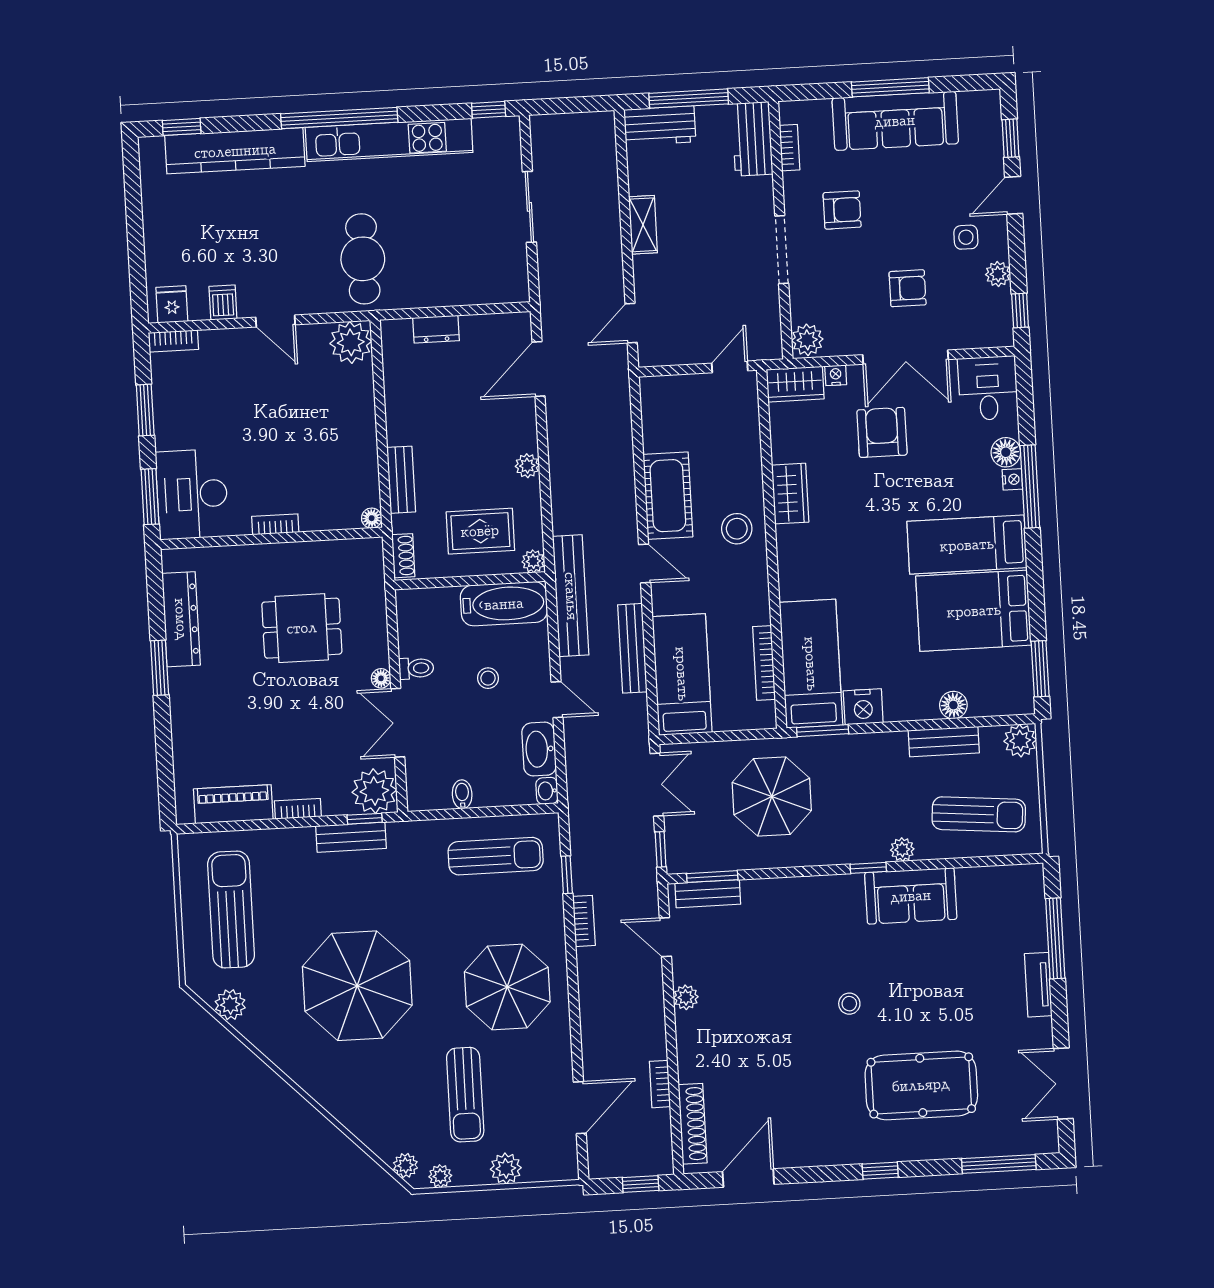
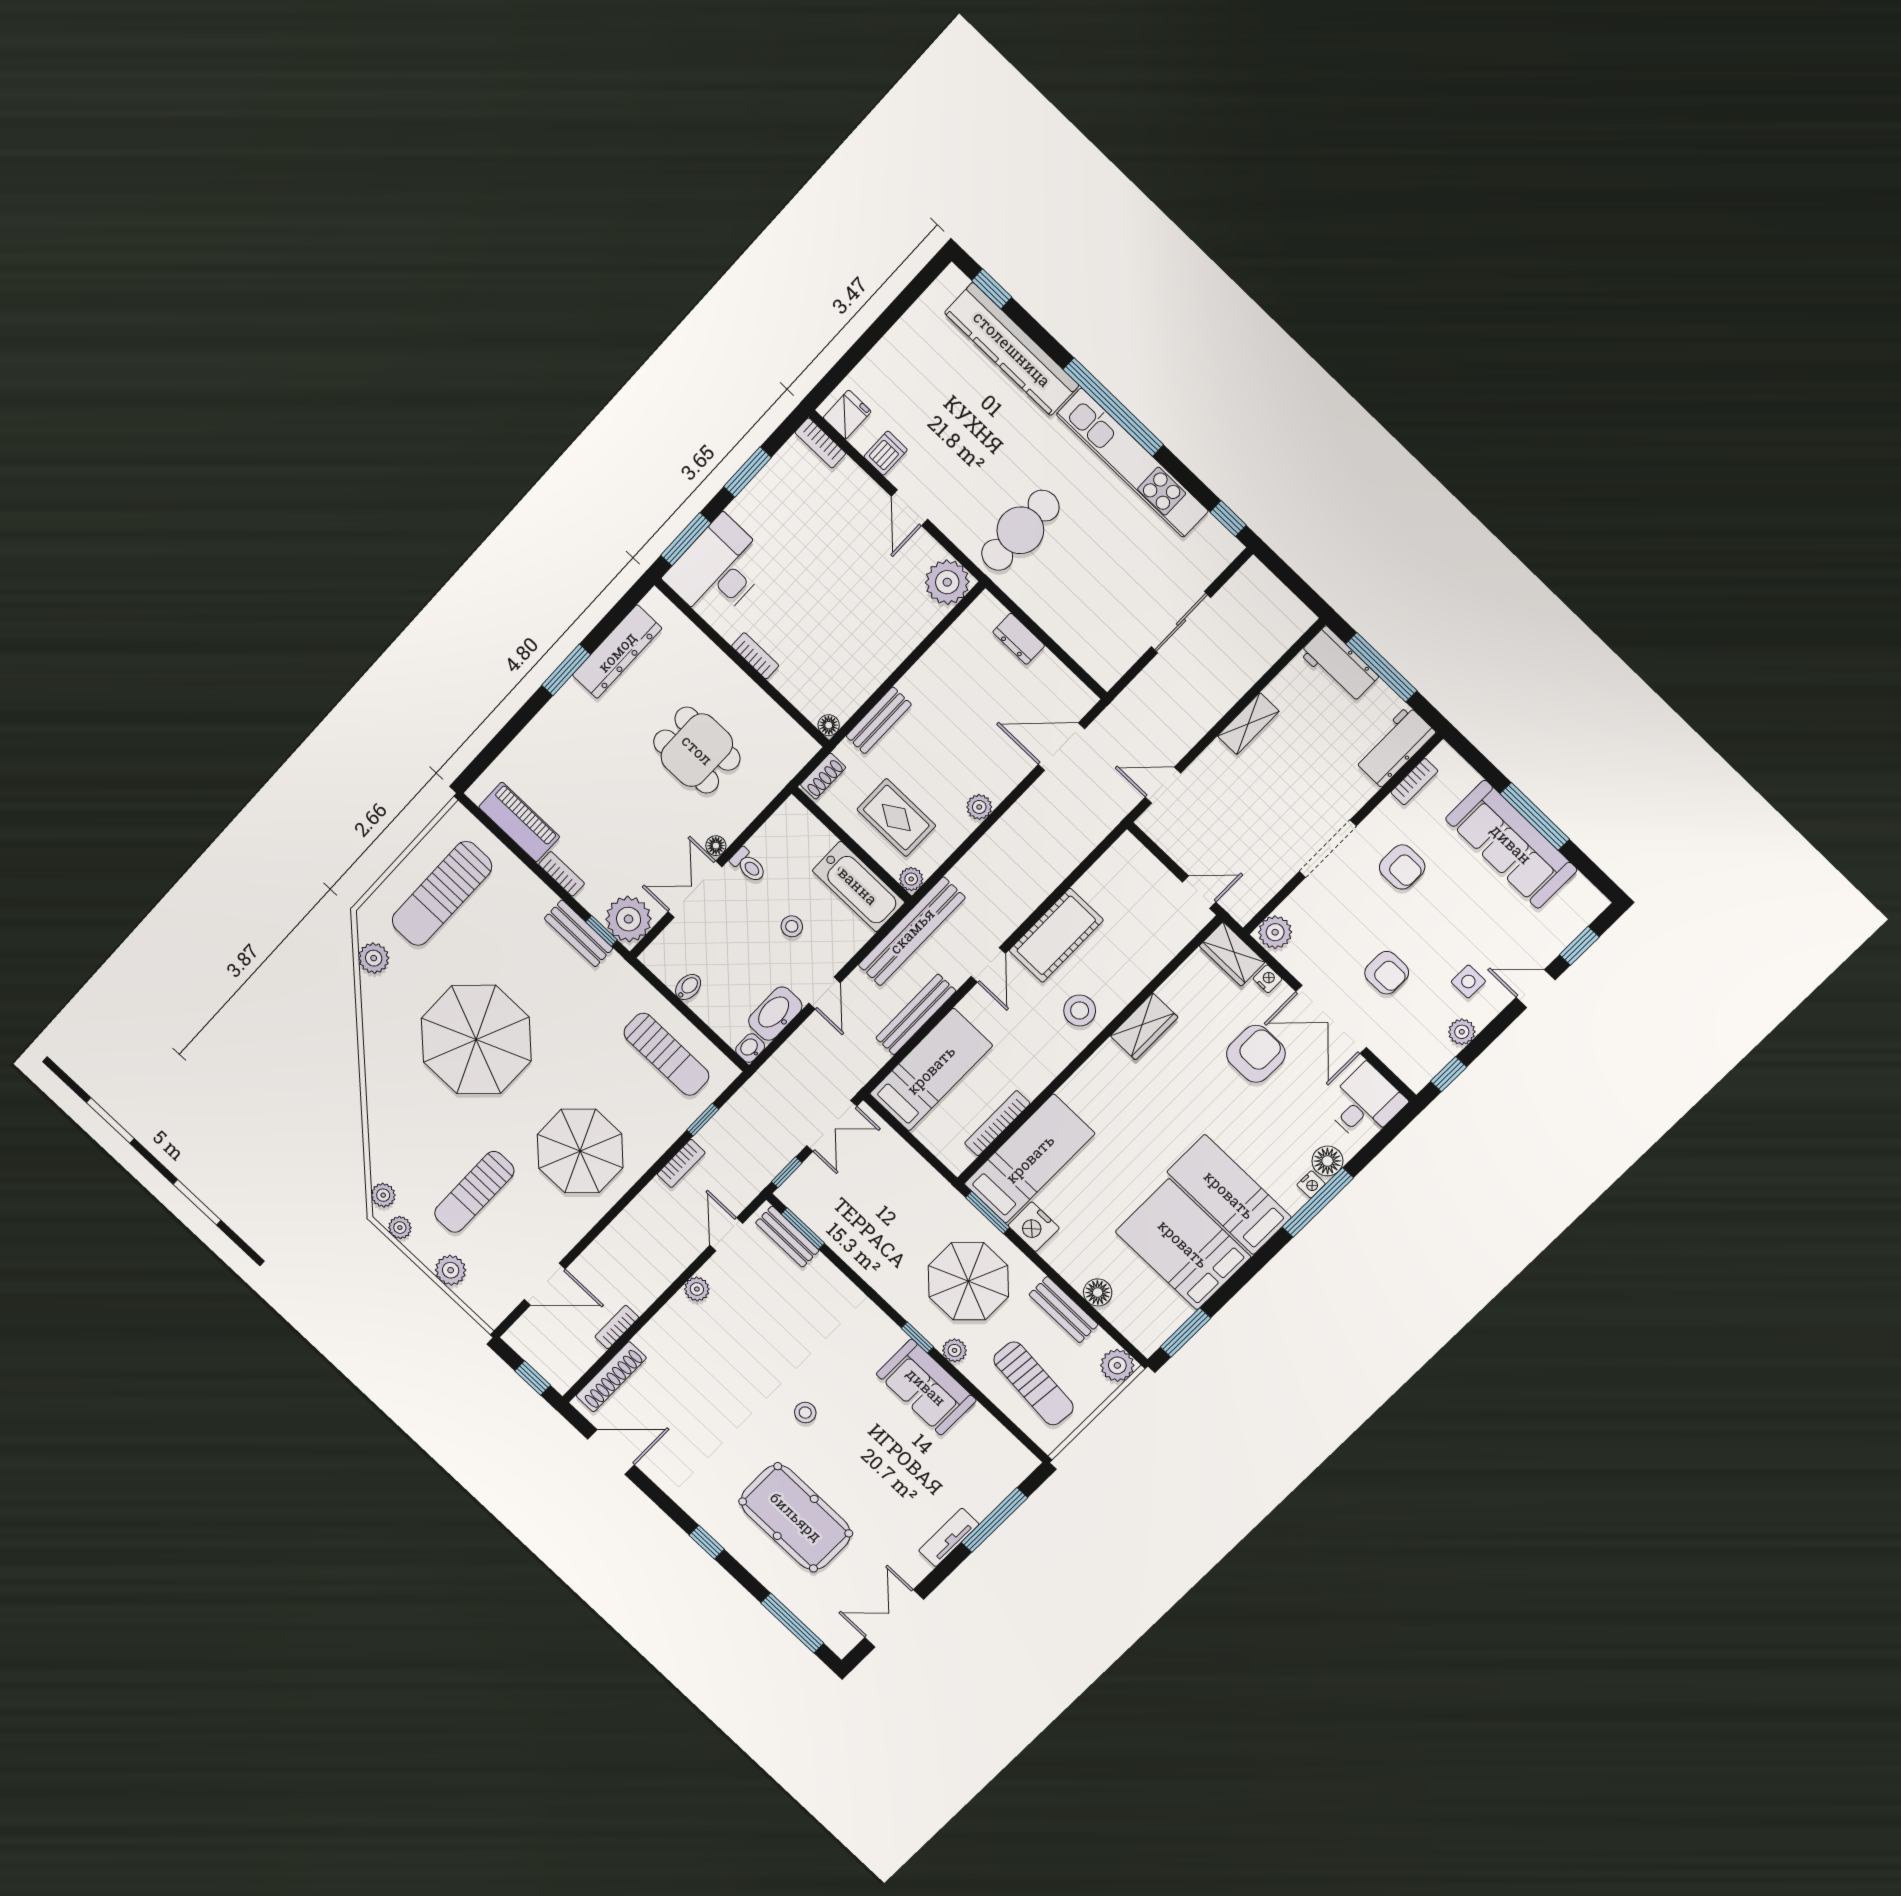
parasol: (772, 796) -> (968, 1281), moved
sun lounger: (231, 909) -> (442, 894), turned 180

